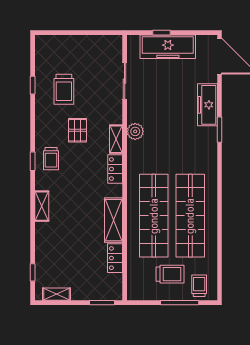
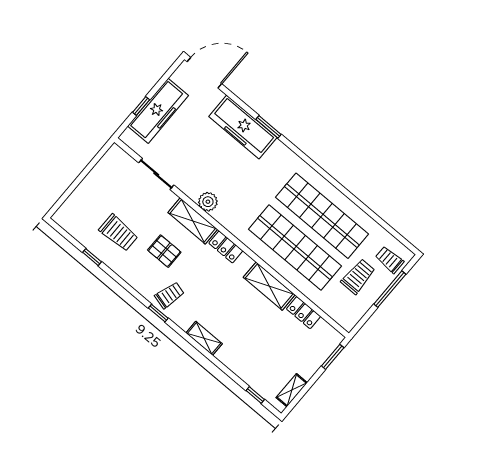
freezer: (207, 105) -> (243, 127), width x1.36, depth x1.26
shelving: (116, 139) -> (193, 221), width x1.50, depth x1.33
trolley: (51, 159) -> (170, 295), turned -75

